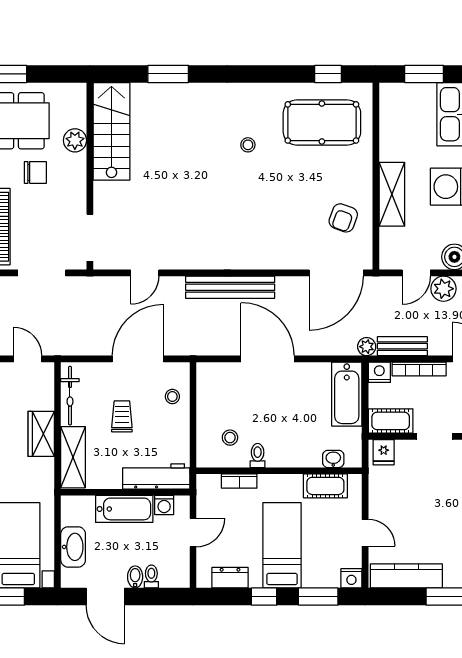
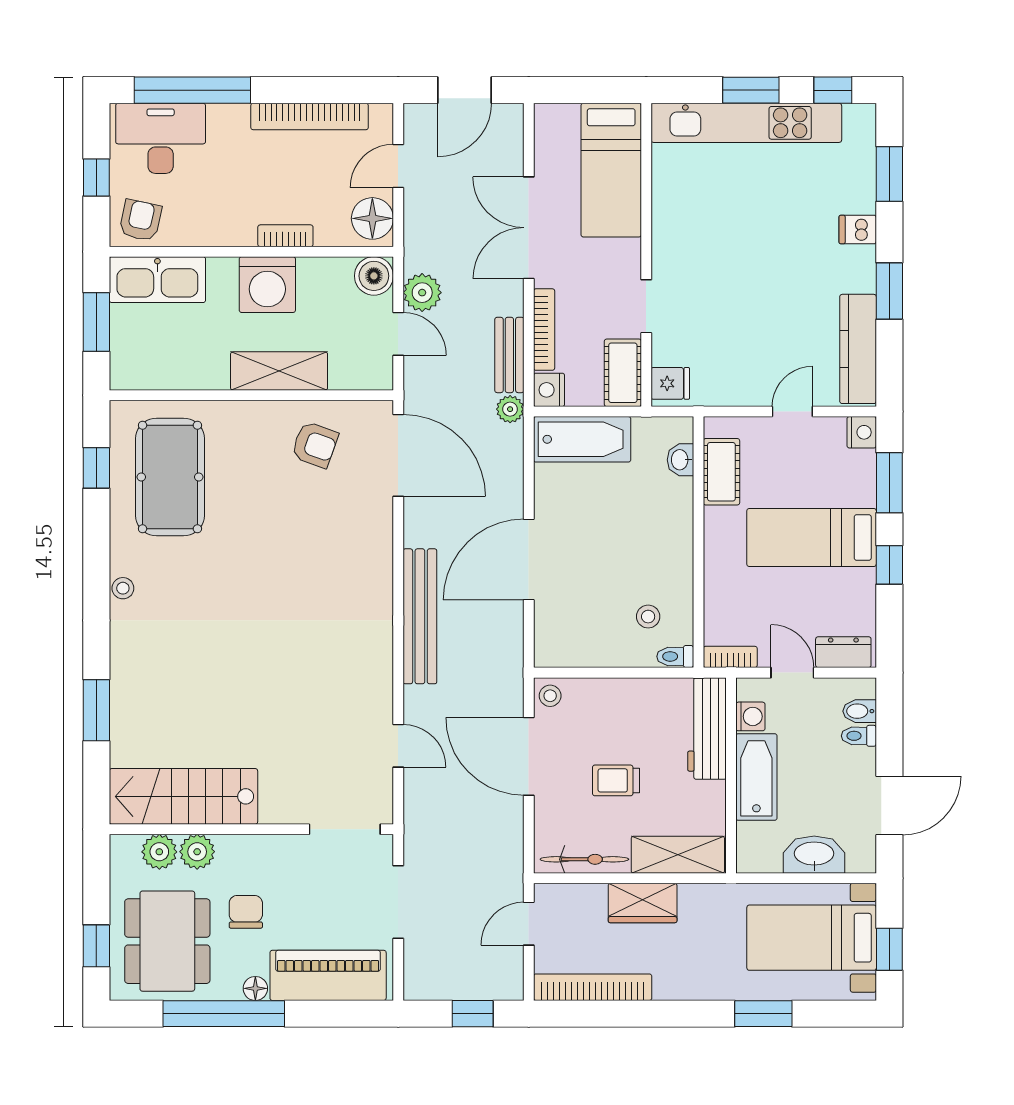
plant: (75, 115) -> (159, 852), added
stool: (248, 145) -> (123, 588), moved
stool: (172, 397) -> (550, 696), moved
toilet: (258, 455) -> (675, 656), moved
bookcase: (239, 481) -> (730, 657), moved, turned -90
bidet: (135, 577) -> (860, 711), moved
dresser: (230, 578) -> (843, 652), moved, turned 90

